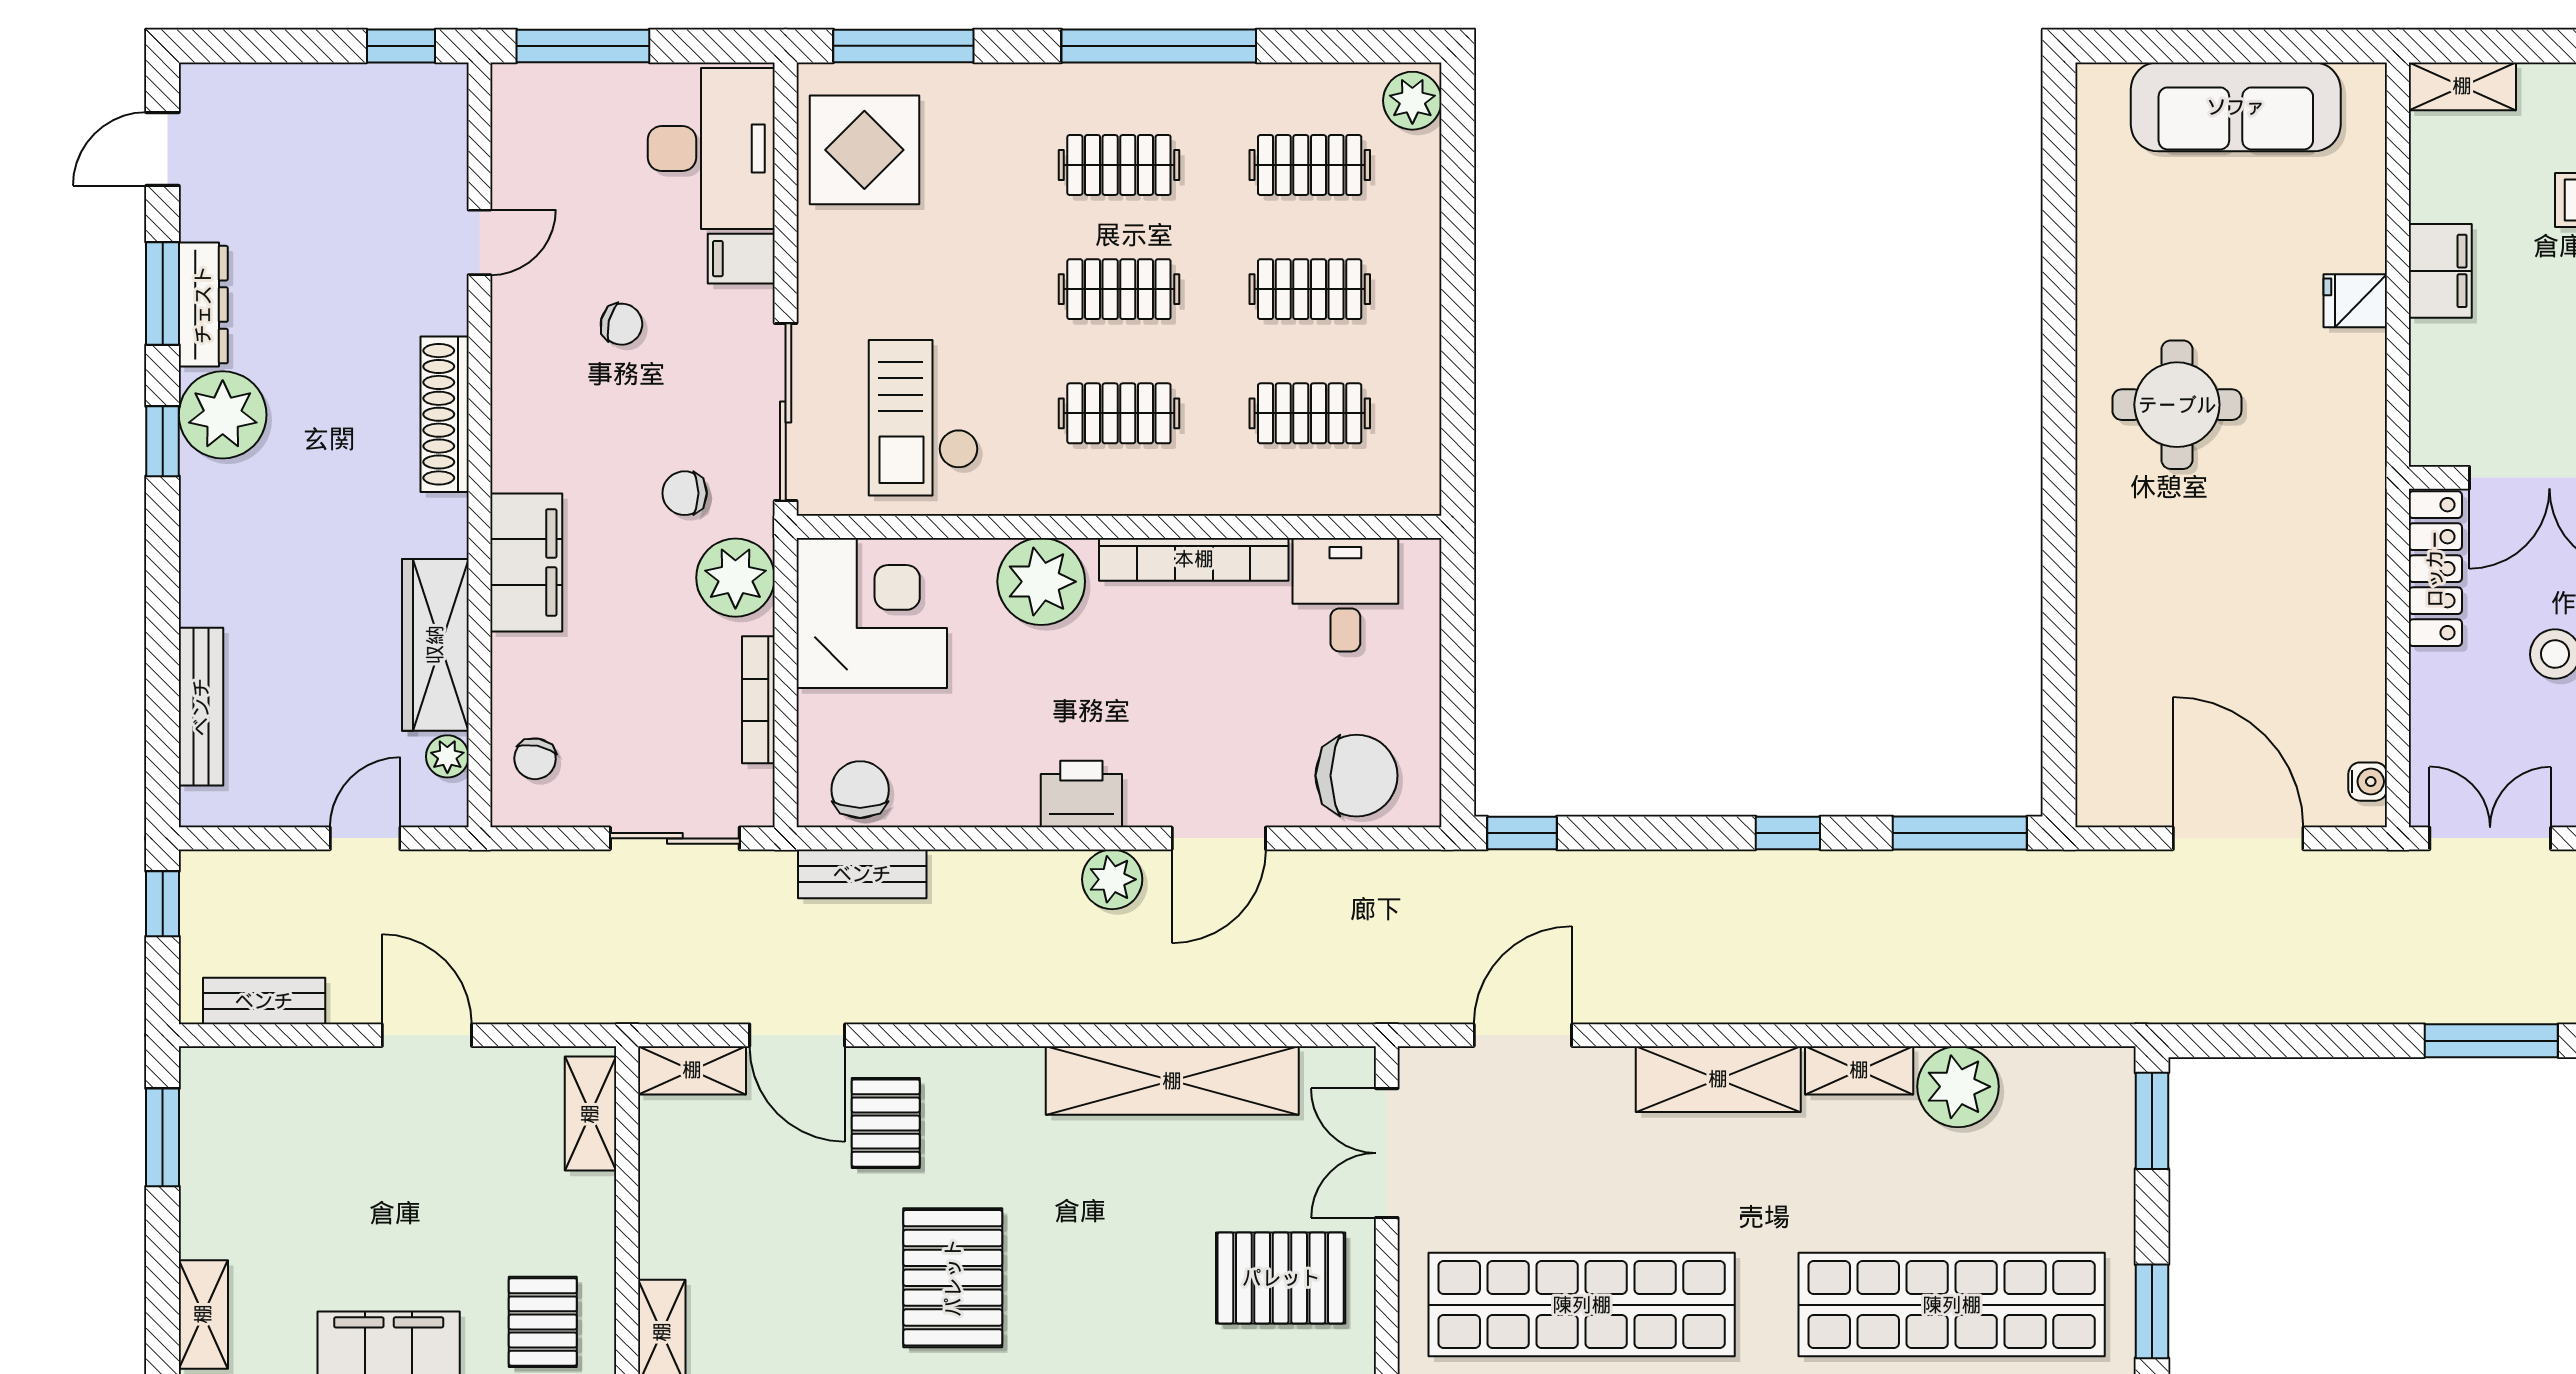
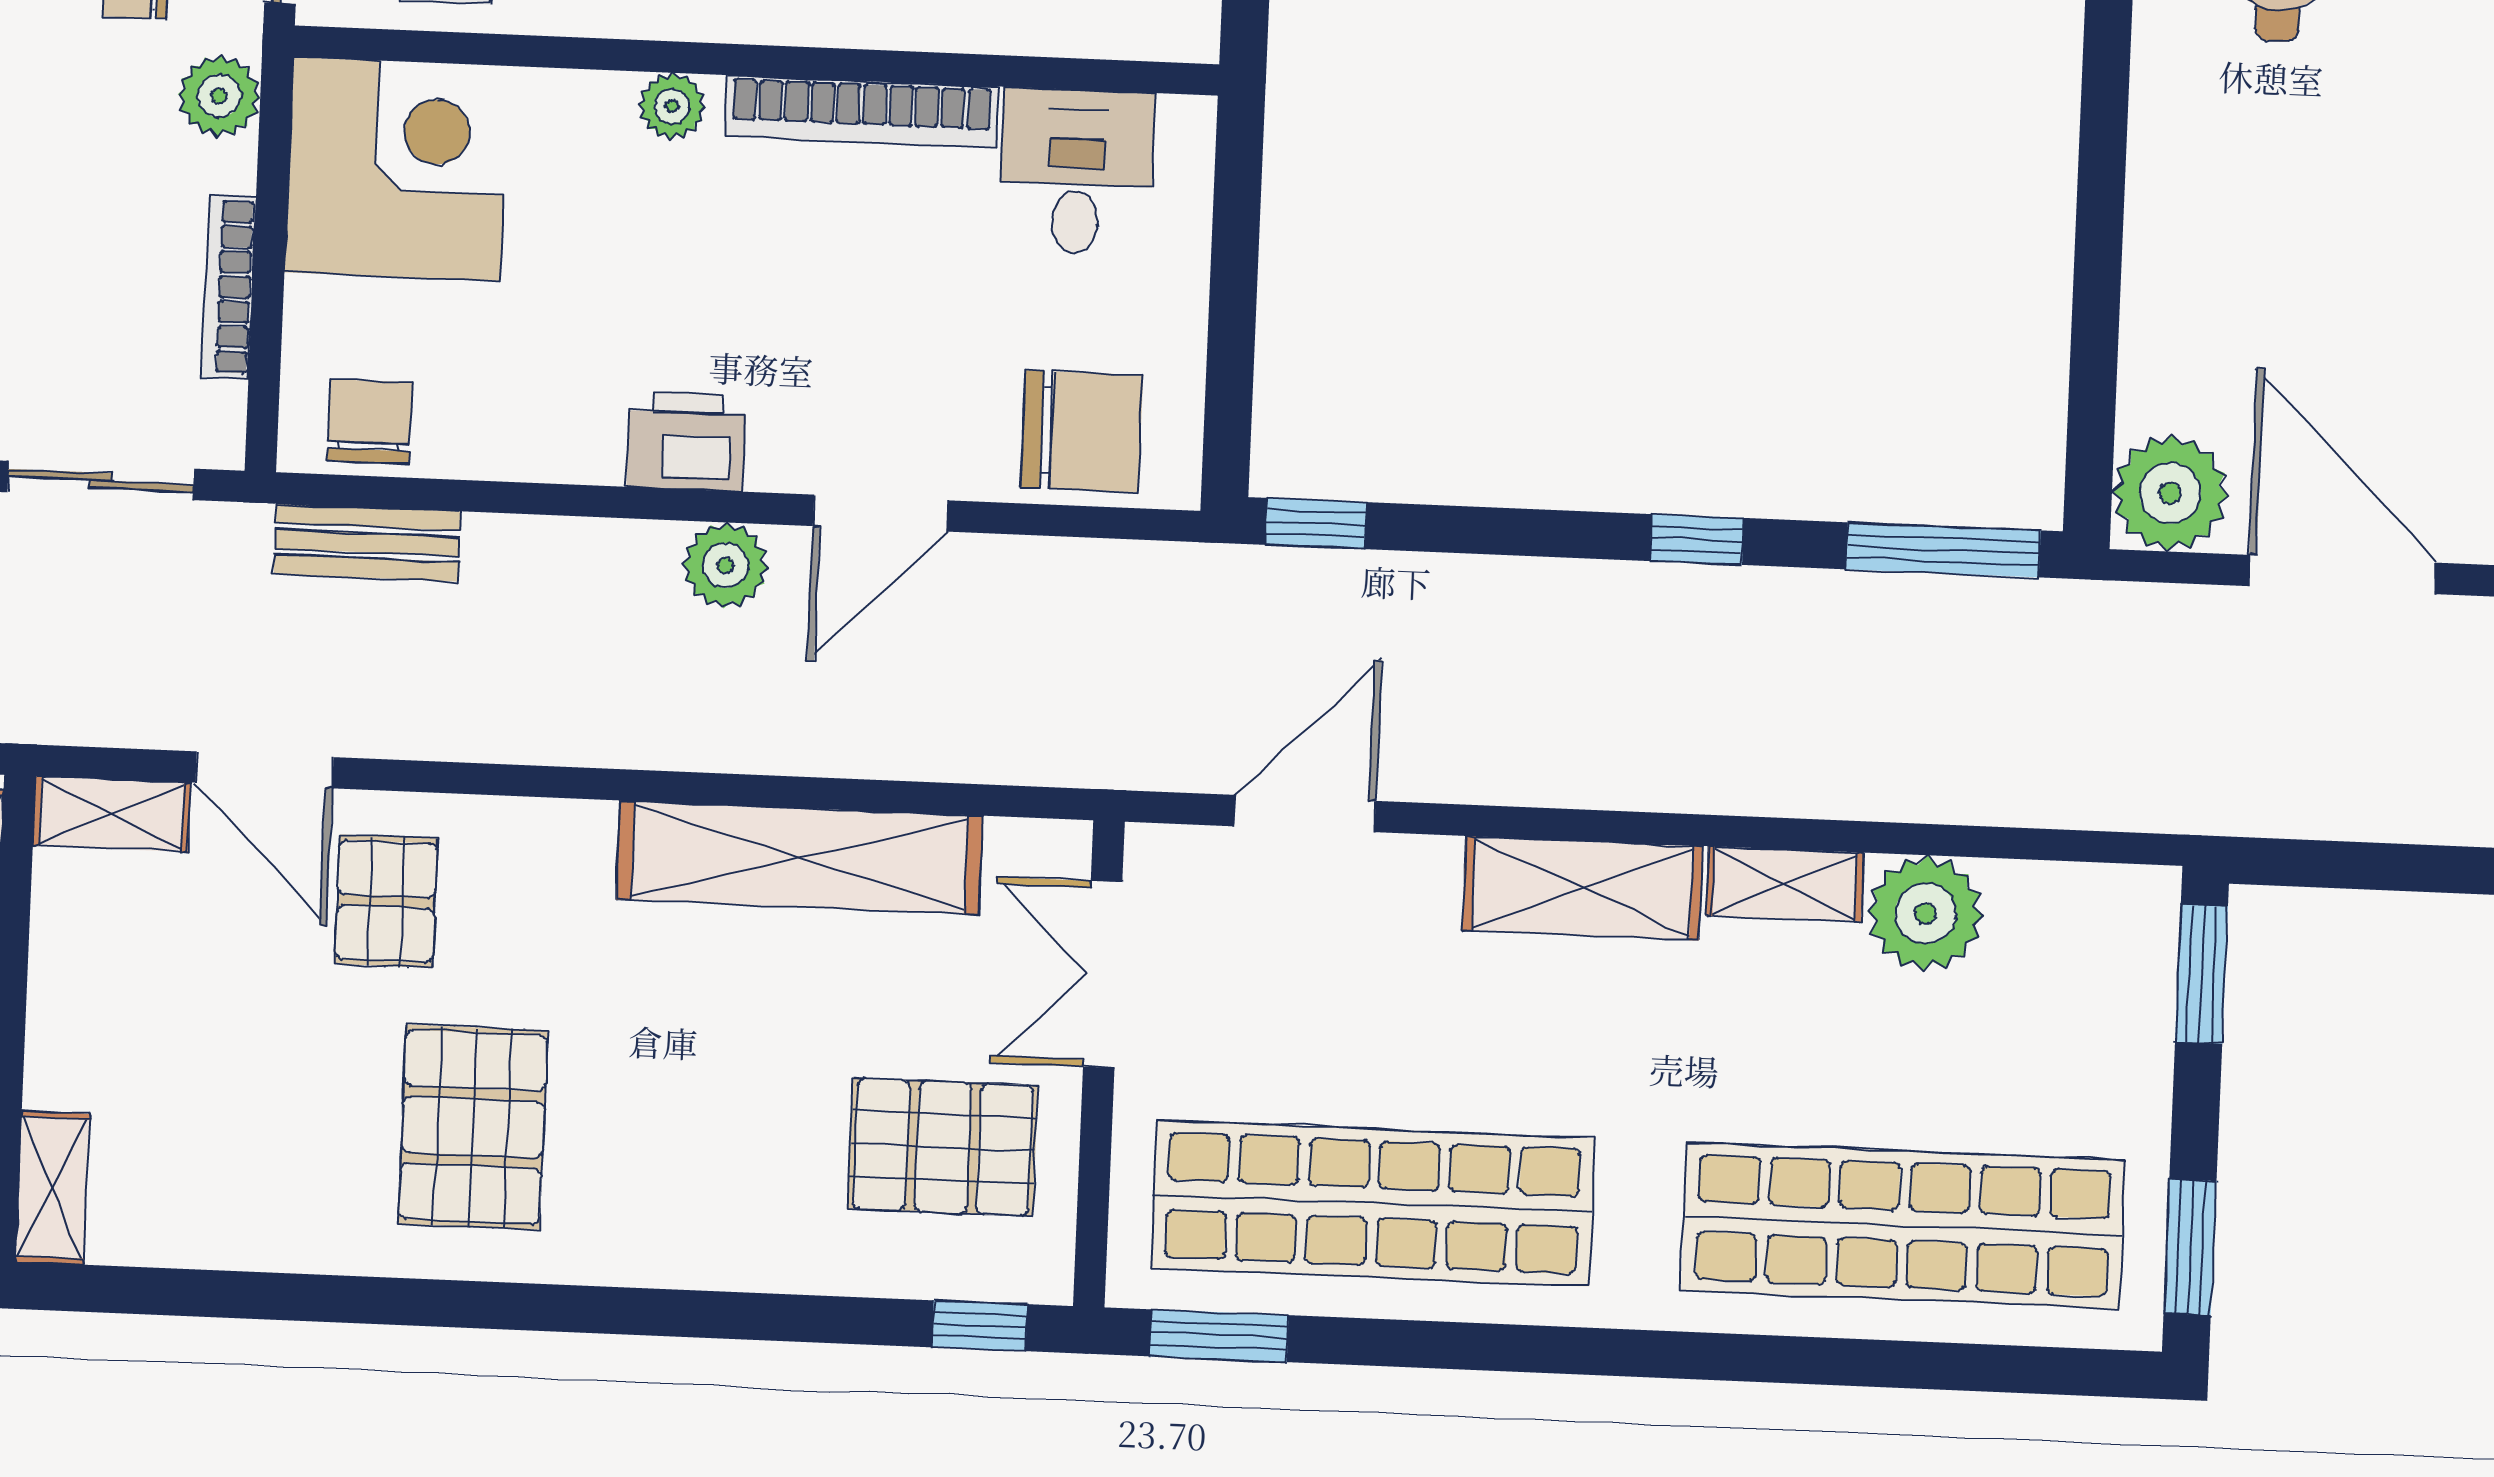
plant: (735, 578) -> (219, 96), width x0.73, depth x0.73
plant: (1041, 582) -> (672, 106), width x0.53, depth x0.53
plant: (2116, 787) -> (2170, 493), added

